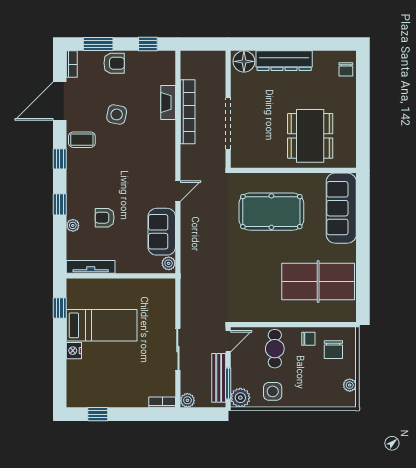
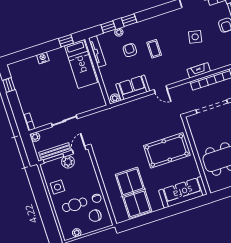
fireplace: (168, 102) -> (199, 70), moved
coffee table: (82, 140) -> (154, 49), moved
window: (60, 159) -> (108, 27), moved
pool table: (271, 212) -> (167, 150), turned 90
bed: (102, 325) -> (81, 64), moved
door: (228, 341) -> (79, 150), swing flipped
cafe table: (275, 349) -> (75, 205), moved
plant: (240, 398) -> (68, 162), moved

